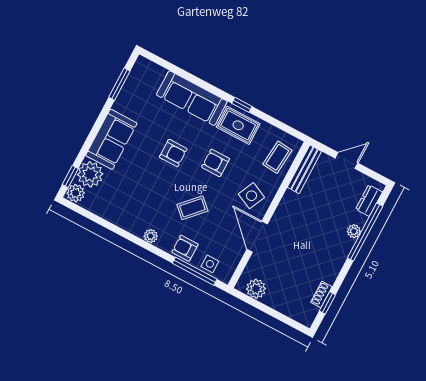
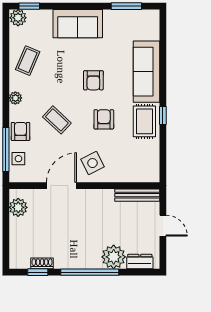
coffee table: (277, 157) -> (28, 61), moved, turned -72
plant: (90, 174) -> (40, 21), removed
side table: (251, 196) -> (93, 163), turned 38
plant: (354, 231) -> (114, 257), width x1.88, depth x1.88
window: (365, 232) -> (90, 272), moved

